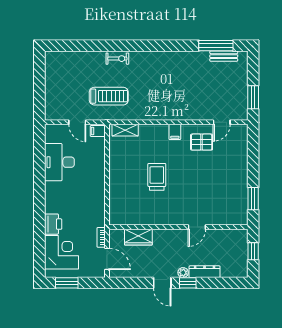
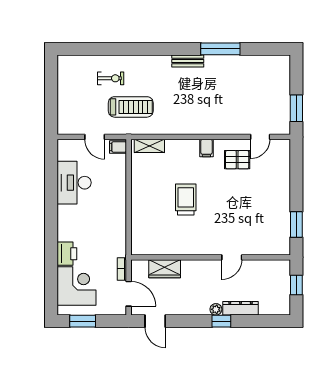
window: (216, 46) -> (220, 49), moved
bench: (224, 56) -> (188, 61), moved
exercise bike: (117, 59) -> (111, 78), moved
door: (162, 283) -> (155, 321), moved

